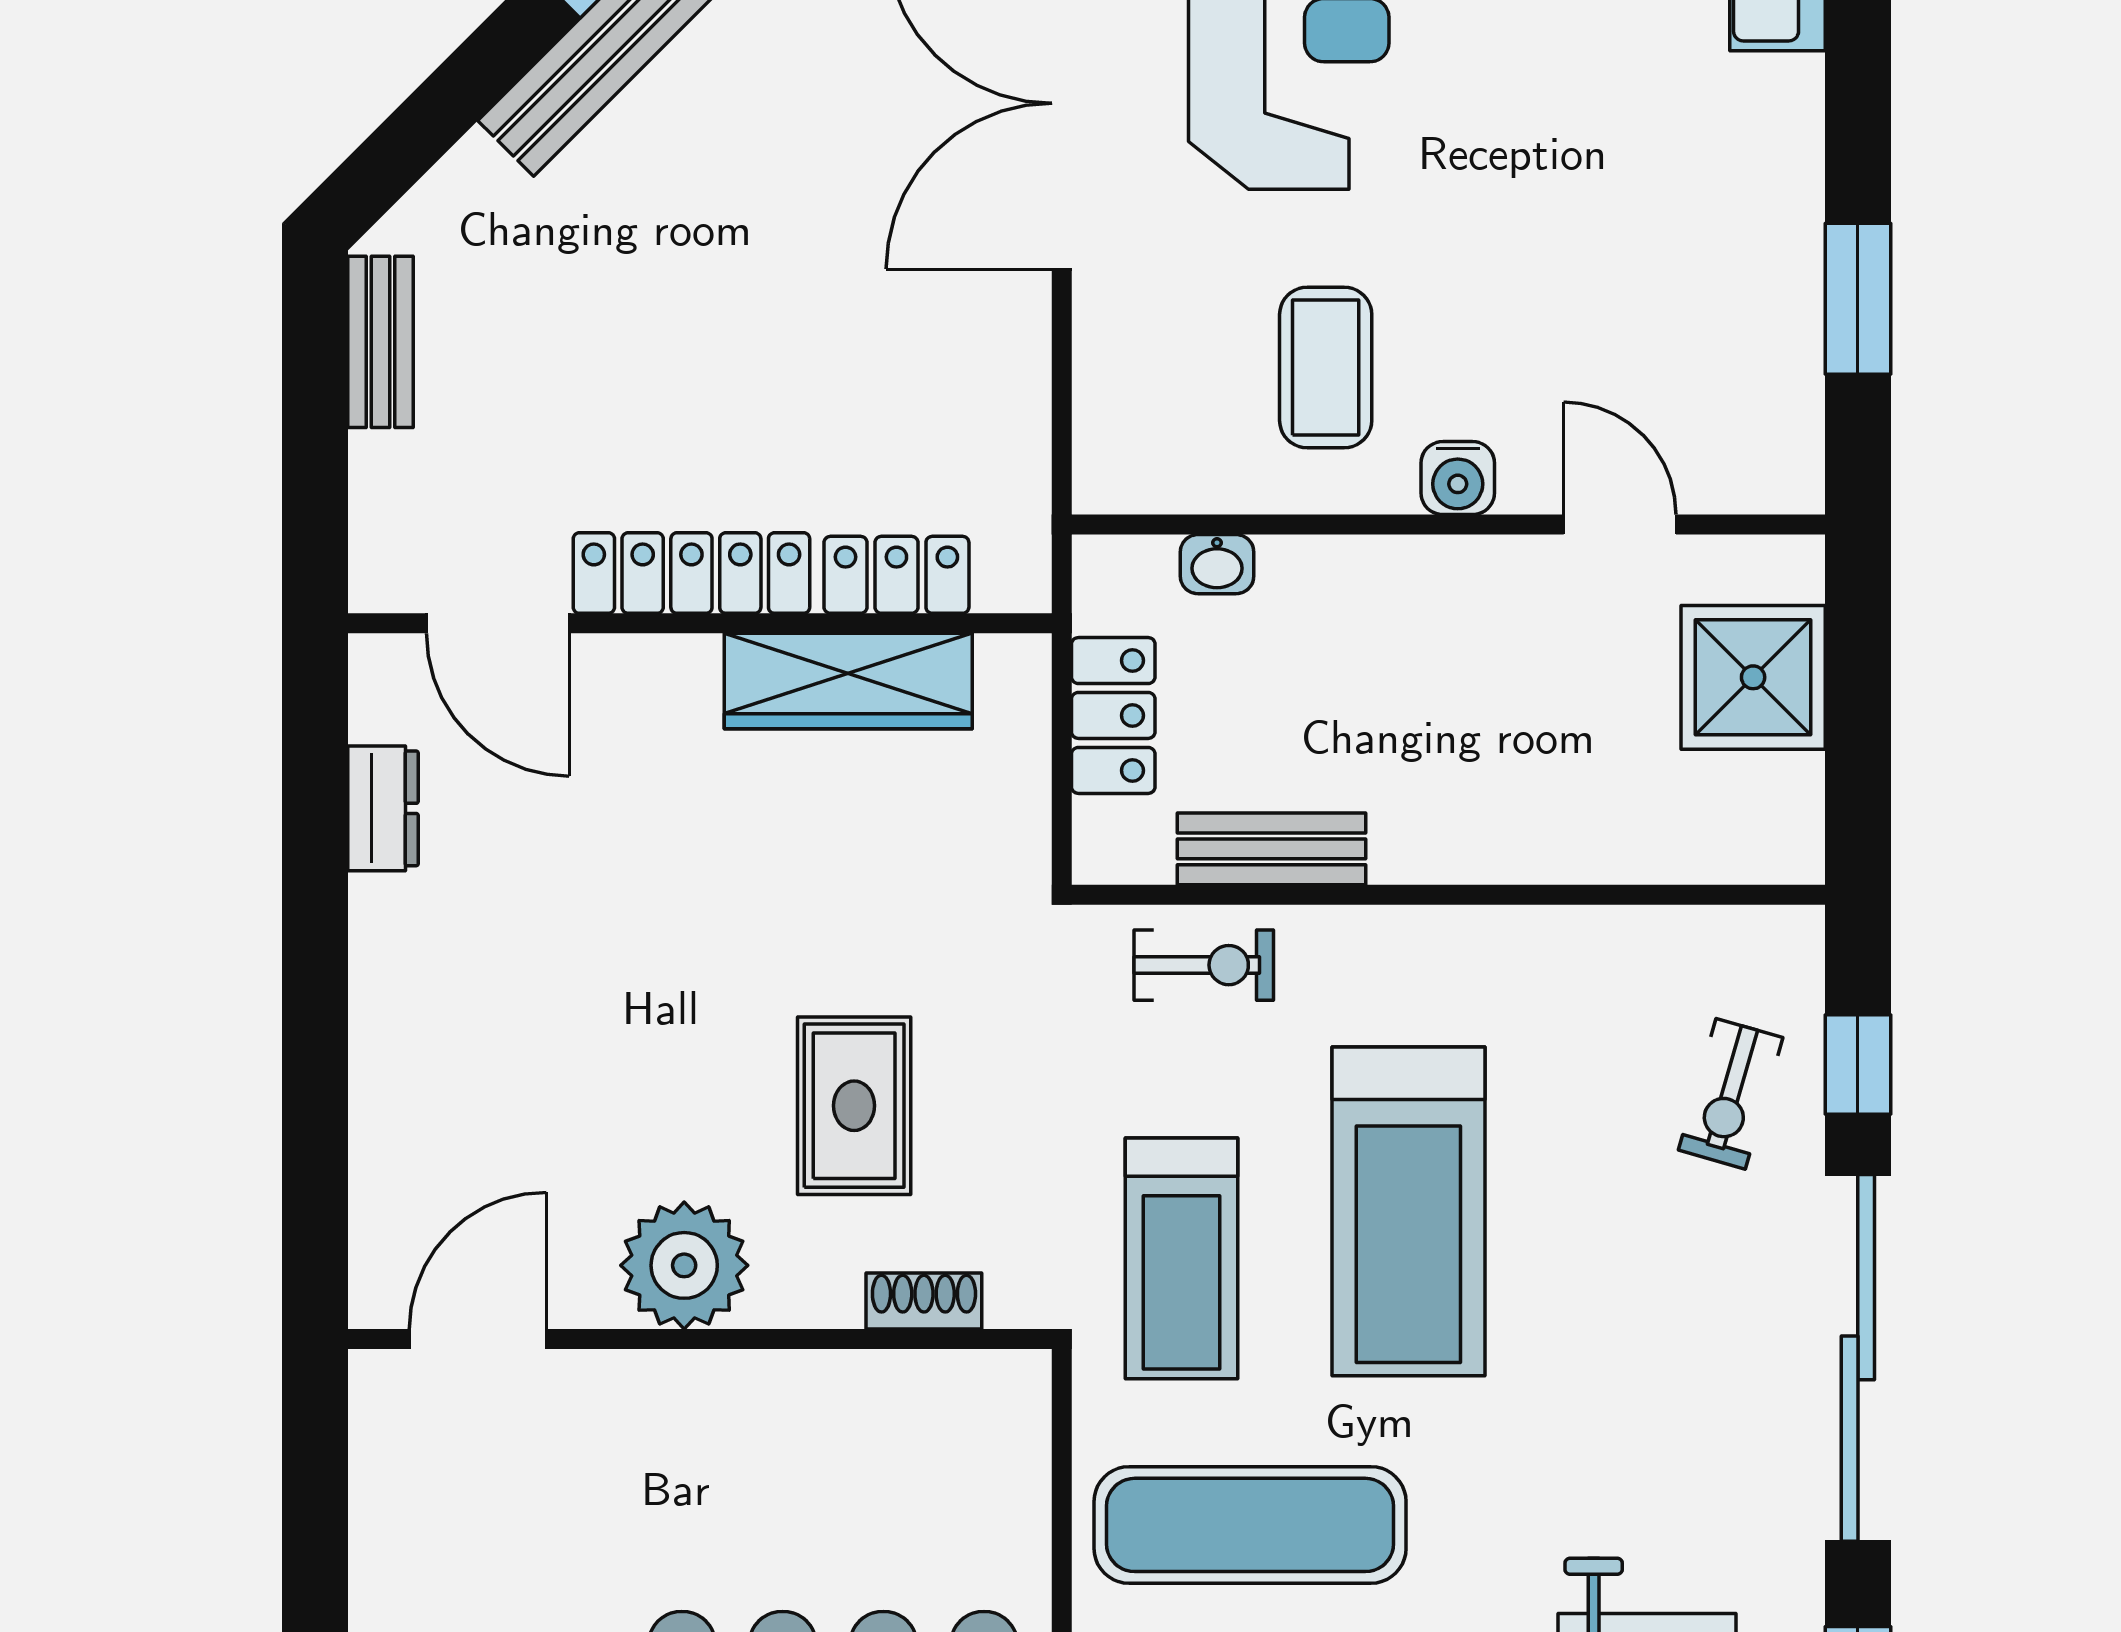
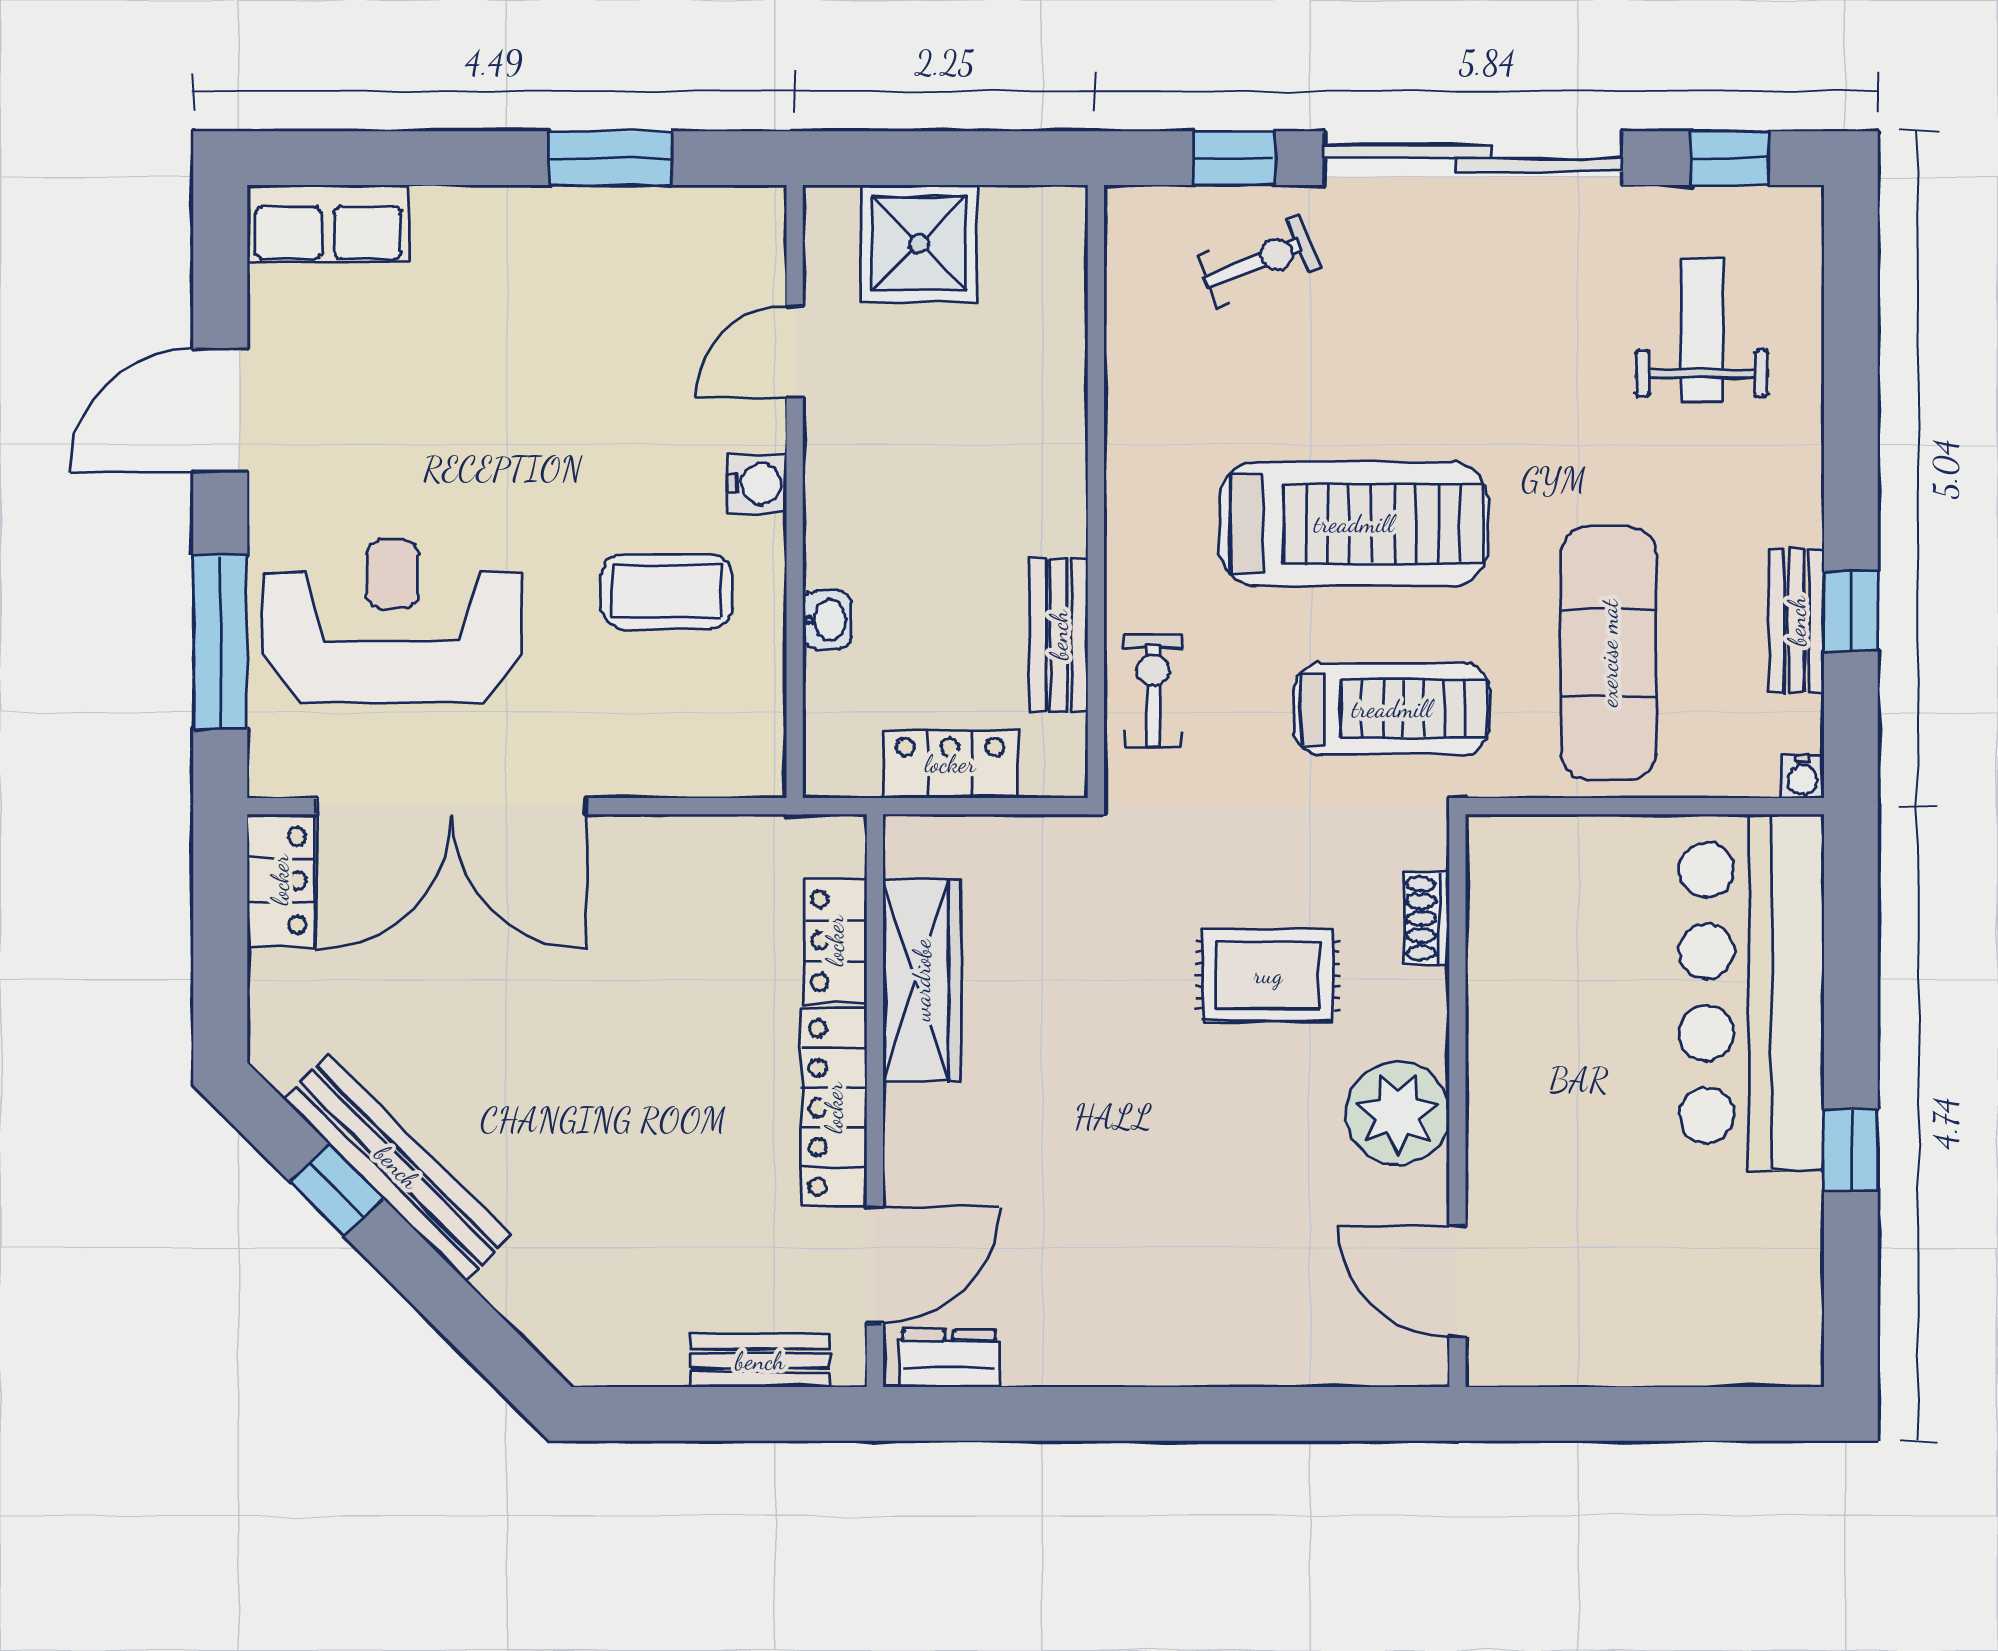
bench: (381, 342) -> (760, 1361), moved
washbasin: (1217, 564) -> (827, 620), moved
dresser: (383, 808) -> (949, 1359), moved
exercise bike: (1731, 1094) -> (1258, 262), turned -38

